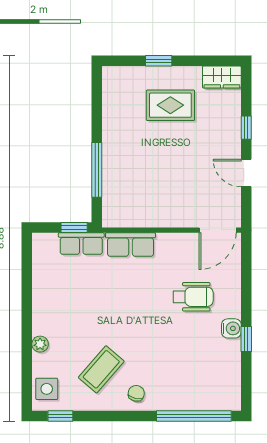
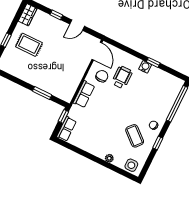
rug: (170, 105) -> (29, 45), turned 90
window: (97, 170) -> (42, 93), width x0.69
row of seats: (81, 244) -> (66, 129), moved
chair: (178, 260) -> (102, 76), added
window: (60, 416) -> (158, 143), moved

